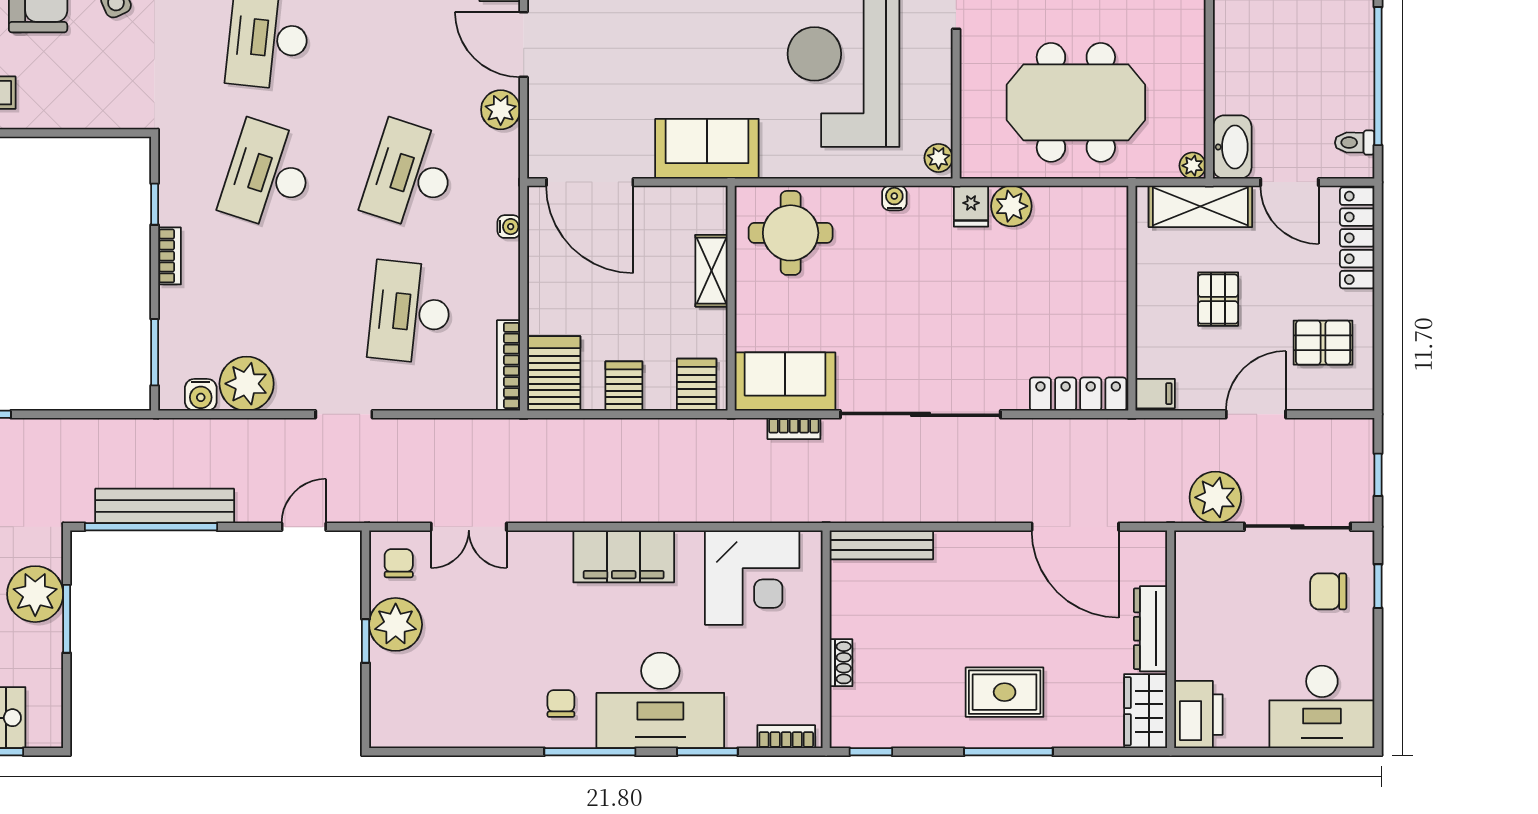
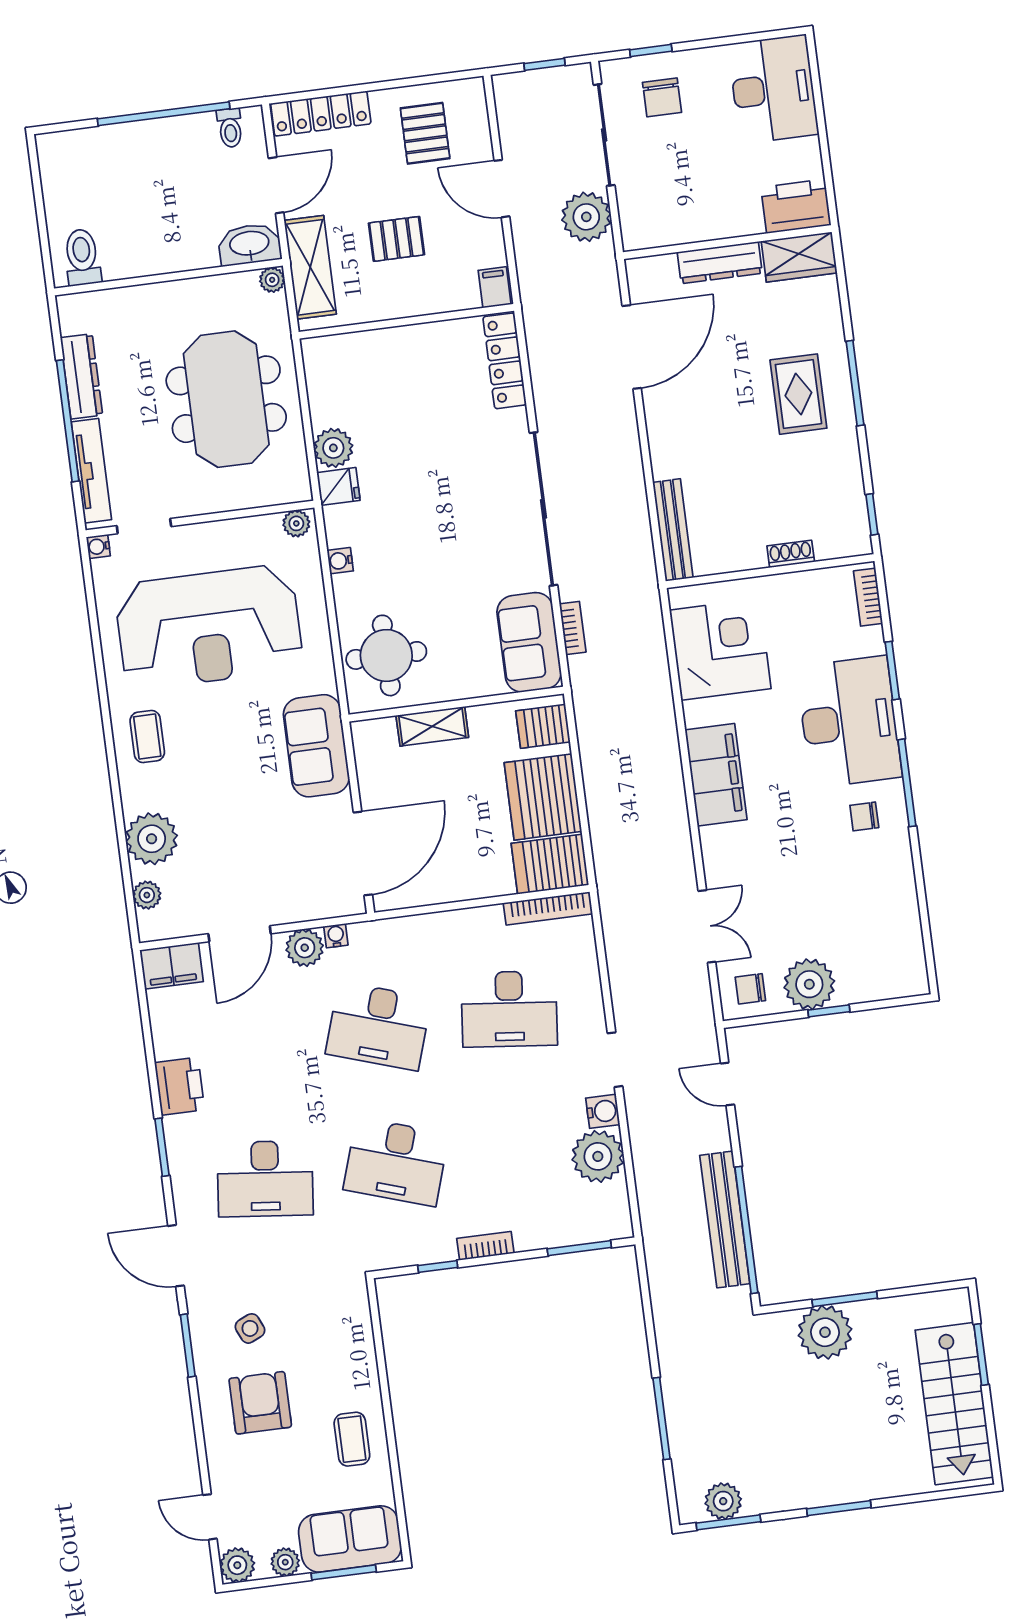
water cooler: (509, 227) -> (336, 936), moved
server rack: (624, 386) -> (543, 797), width x2.18, depth x1.44
water cooler: (201, 395) -> (603, 1111), moved

